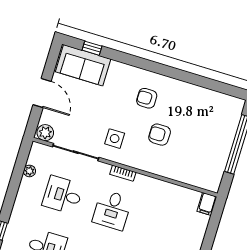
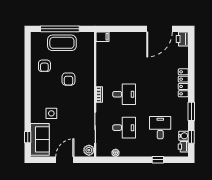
armchair: (147, 98) -> (44, 66), moved
side table: (115, 139) -> (51, 113), moved
coffee table: (216, 141) -> (62, 43), added
desk: (63, 195) -> (124, 128), turned -90

